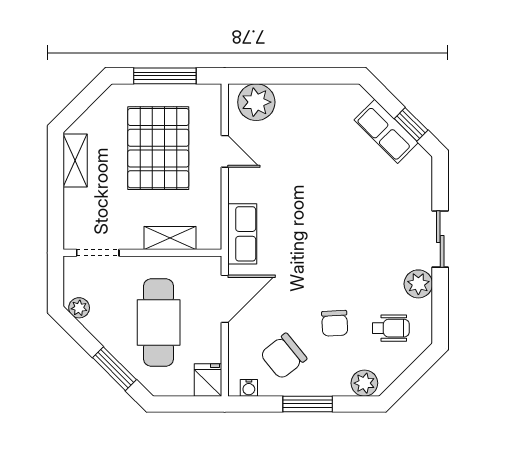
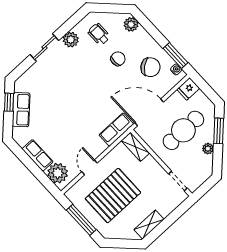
row of seats: (305, 97) -> (38, 155), added
shelving: (170, 238) -> (135, 147), moved
door: (225, 299) -> (149, 112), width x1.36
plant: (79, 308) -> (208, 149), moved
window: (308, 404) -> (175, 56), moved

